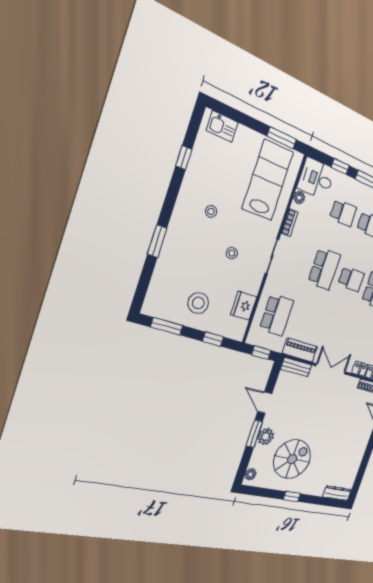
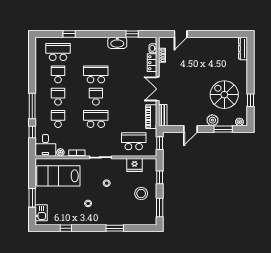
window: (282, 138) -> (32, 198), moved
window: (254, 434) -> (223, 129), moved
window: (292, 497) -> (251, 100), moved

